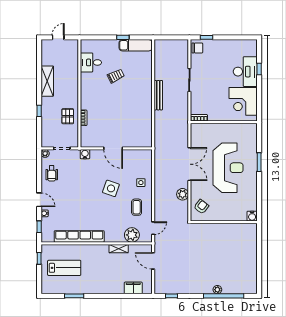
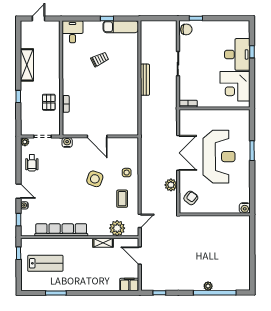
desk: (91, 62) -> (72, 32), moved, turned 90
filing cabinet: (133, 288) -> (129, 284), moved

